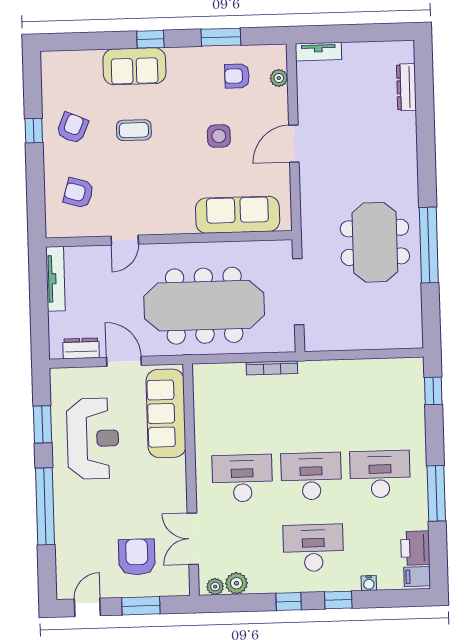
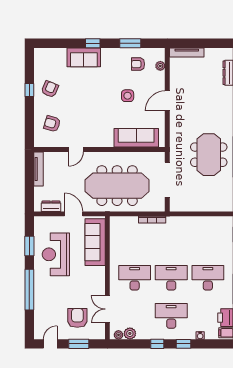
tv unit: (318, 52) -> (187, 52), width x1.41
coffee table: (134, 130) -> (83, 91), removed
reception desk: (93, 439) -> (56, 254), turned 180

